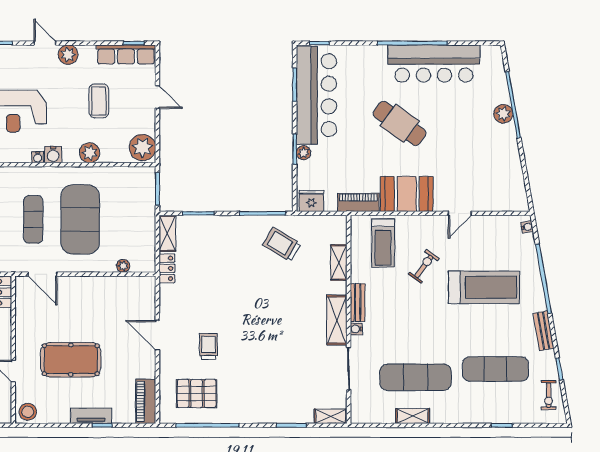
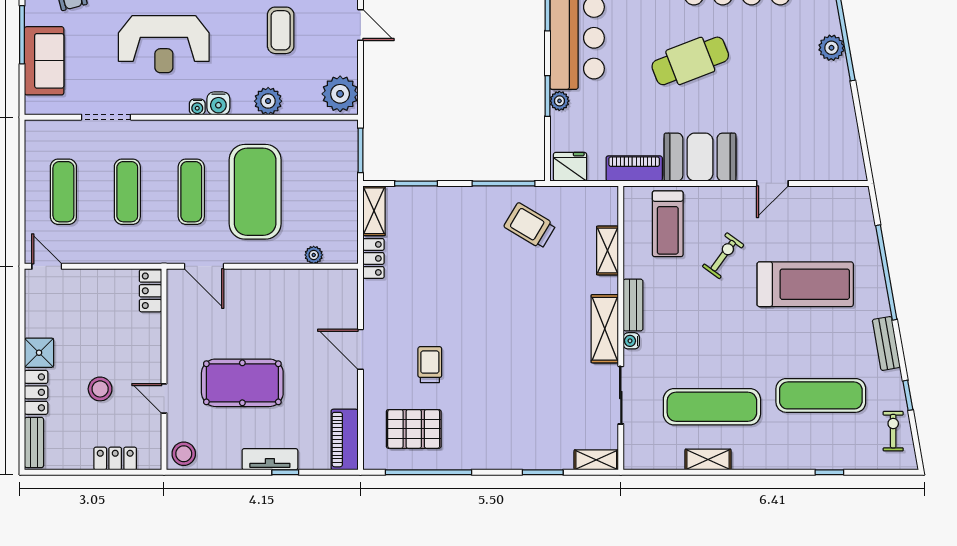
cafe table: (400, 123) -> (690, 61), turned -57
water cooler: (527, 227) -> (864, 202), removed
exercise bike: (549, 395) -> (893, 431), turned 180

